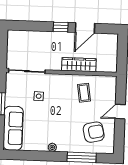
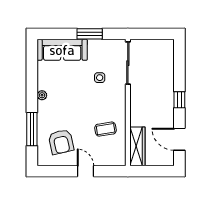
door: (85, 28) -> (179, 139), moved
wardrobe: (79, 65) -> (137, 146), moved

